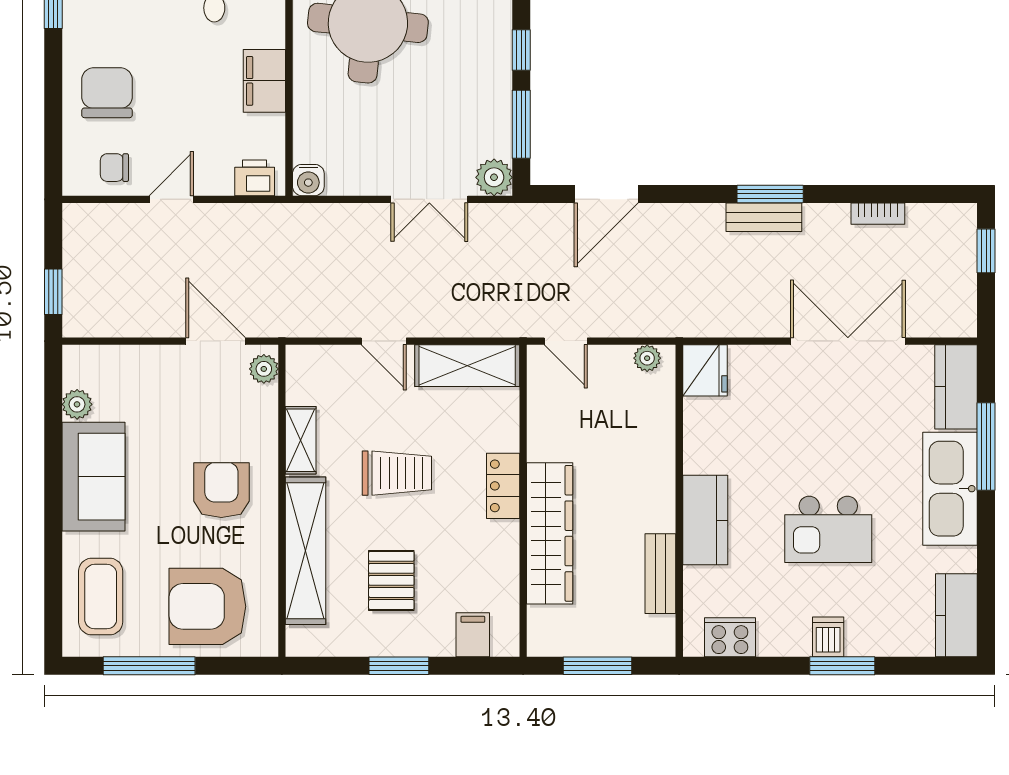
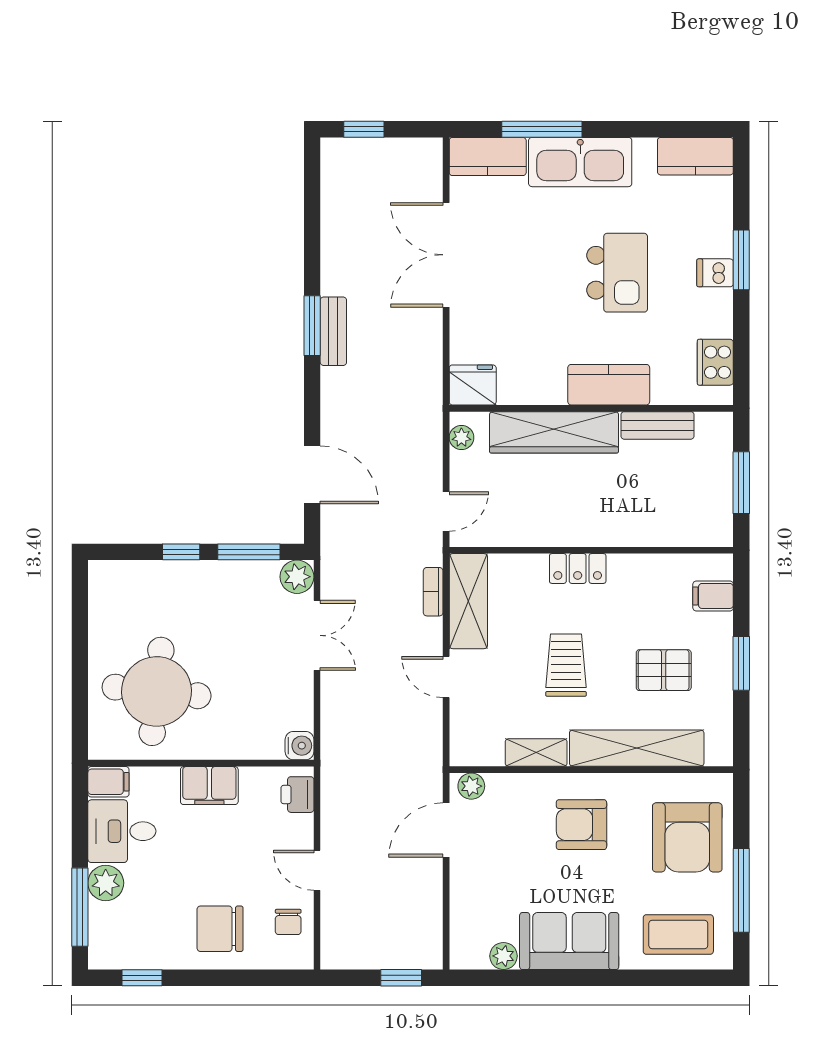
bookcase: (878, 214) -> (433, 592), moved, turned 180
door: (384, 341) -> (446, 677), swing flipped
wardrobe: (550, 533) -> (554, 432), moved, turned 180

